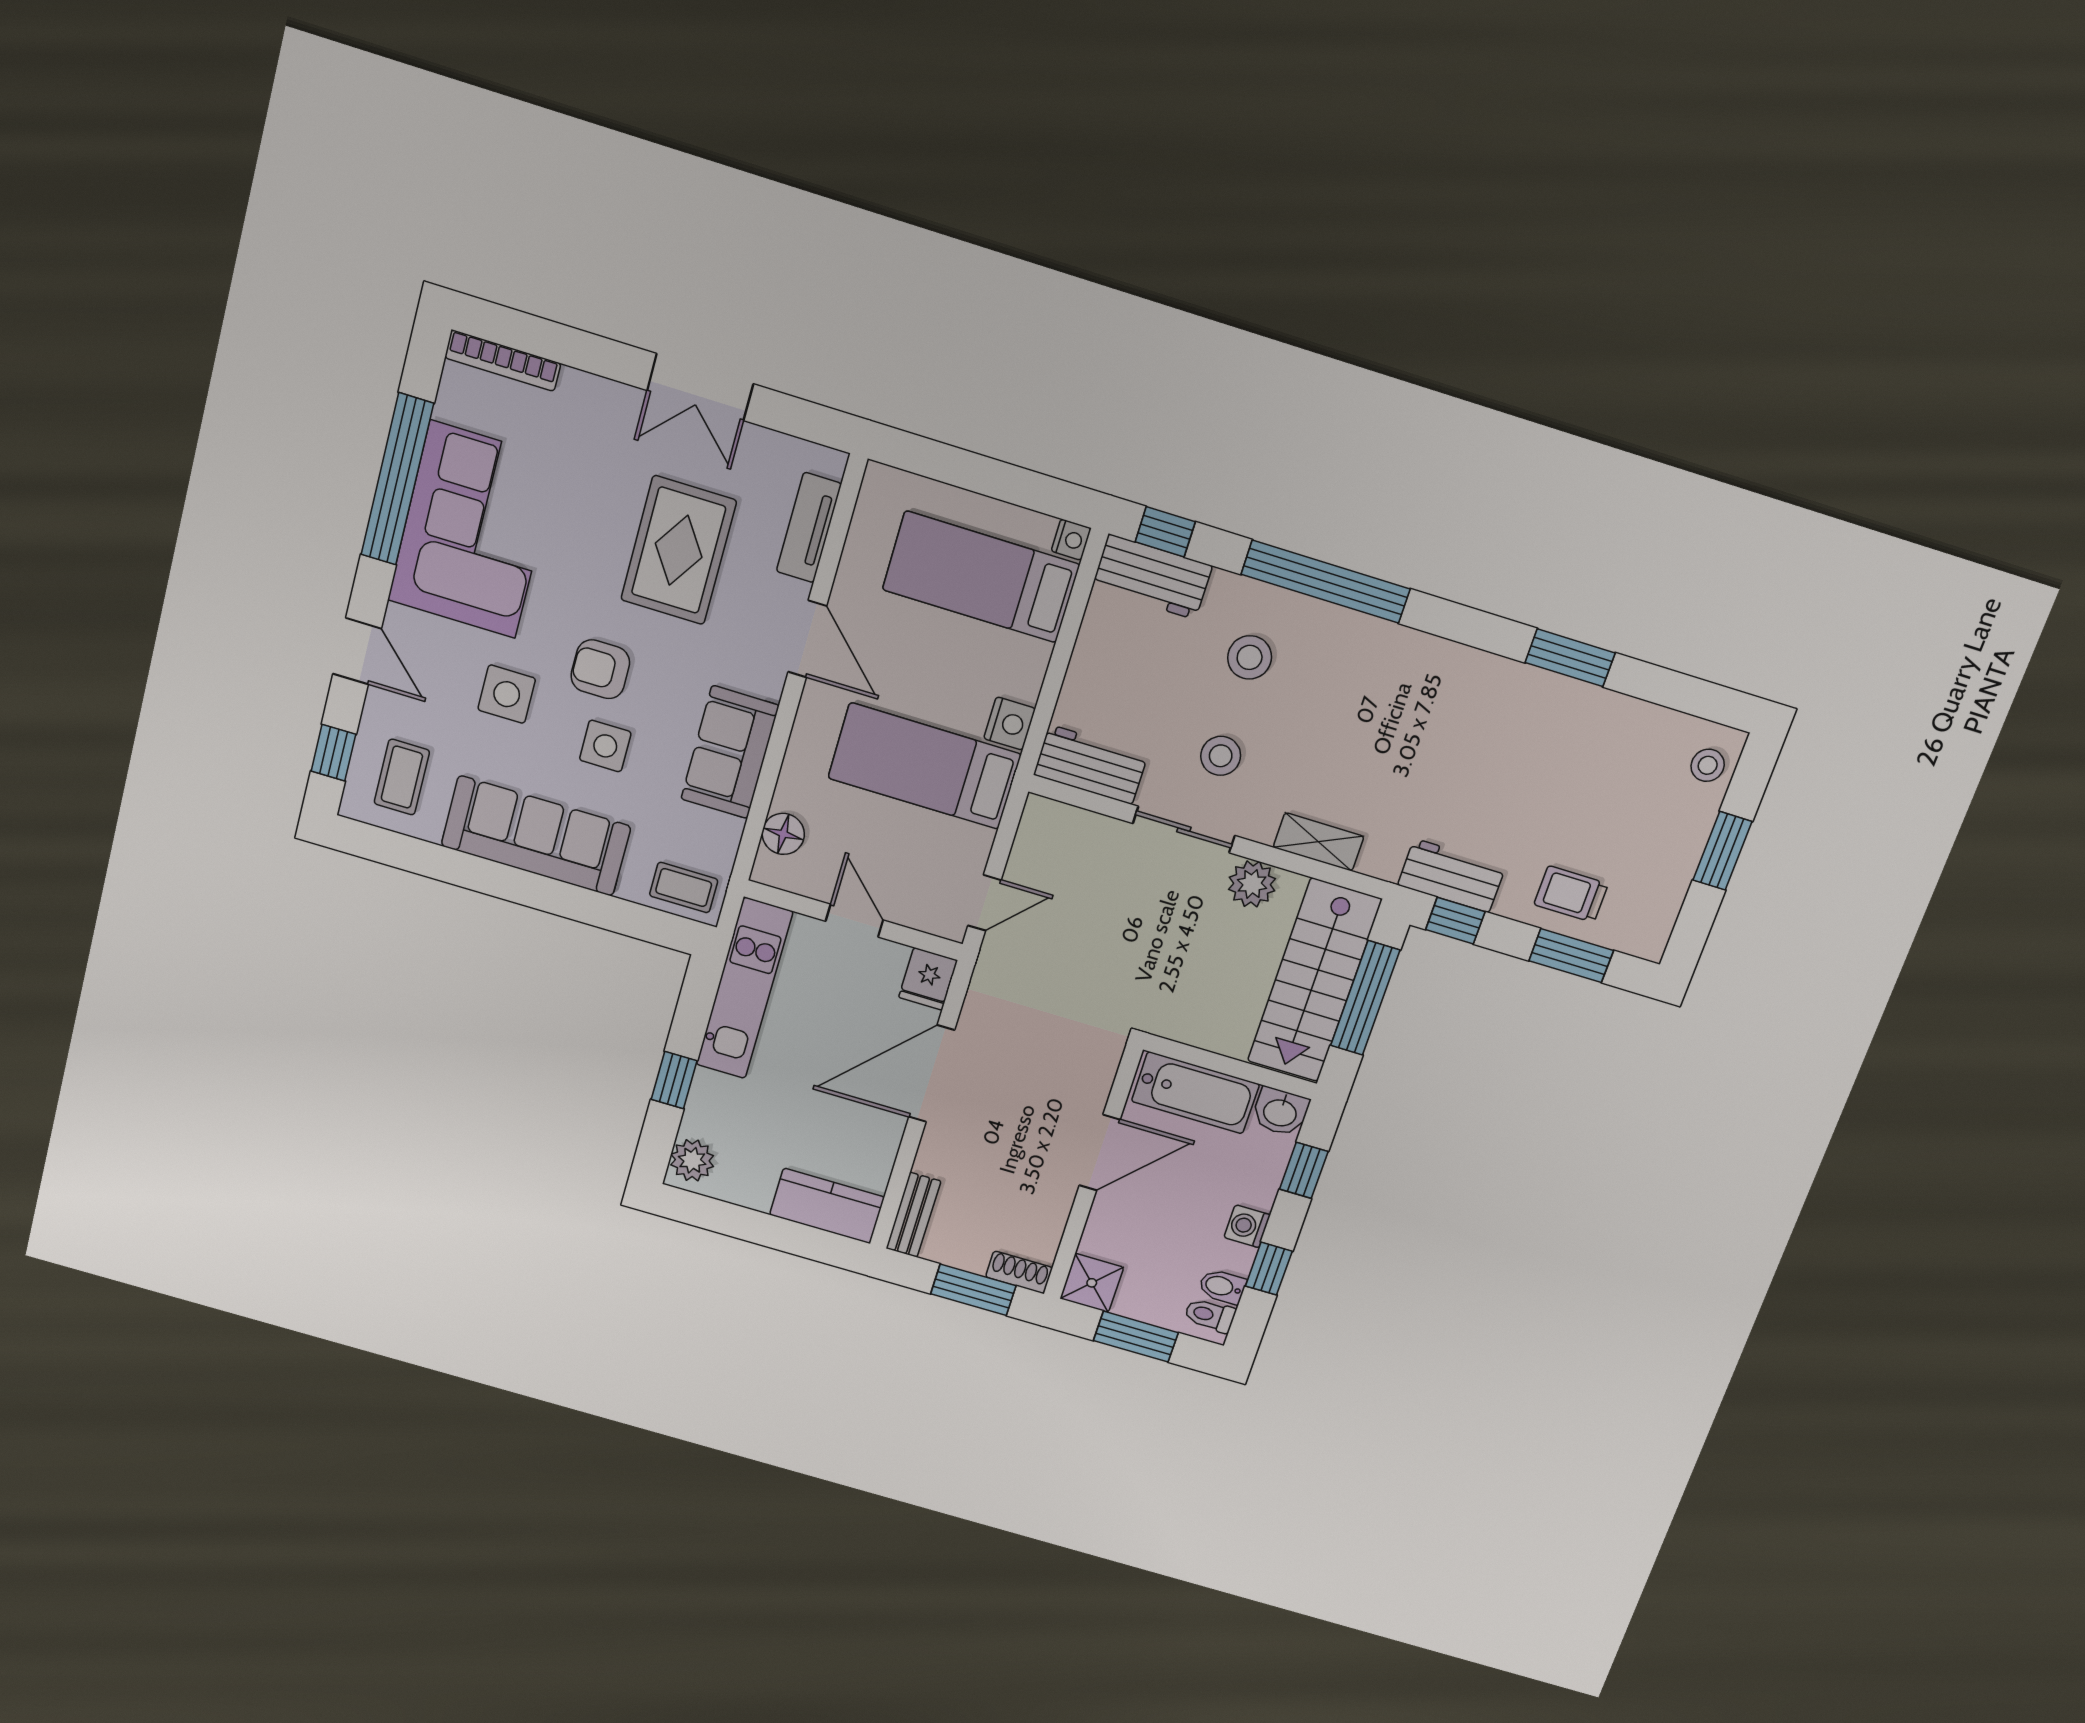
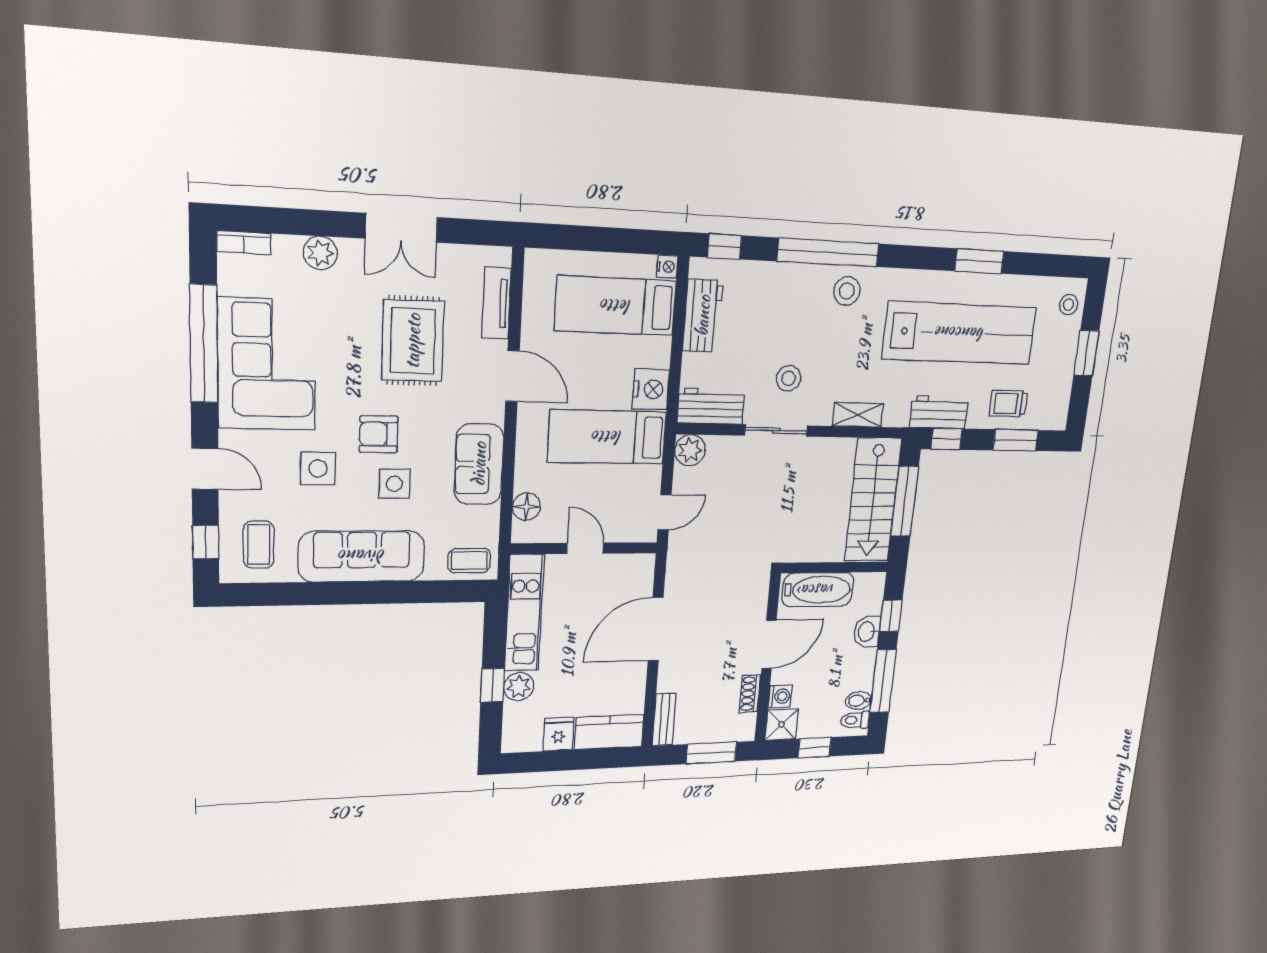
bookcase: (503, 361) -> (244, 243), width x0.64
plant: (581, 394) -> (320, 253), added
workbench: (1152, 577) -> (703, 316), moved, turned -90
stool: (1250, 657) -> (847, 291), moved
nightstand: (1010, 724) -> (651, 389), width x1.36, depth x1.33
lab bench: (1513, 761) -> (960, 333), added
plant: (1252, 884) -> (690, 450), moved
fridge: (928, 979) -> (558, 734), moved, turned 180
washbasin: (1280, 1112) -> (867, 632), moved, turned 90
plant: (692, 1160) -> (519, 687), moved
washing machine: (1247, 1226) -> (780, 696), moved, turned 180
window: (1269, 1269) -> (883, 681), width x2.17
shoe rack: (1019, 1272) -> (750, 694), moved, turned -90
window: (1136, 1337) -> (815, 748), width x0.67

